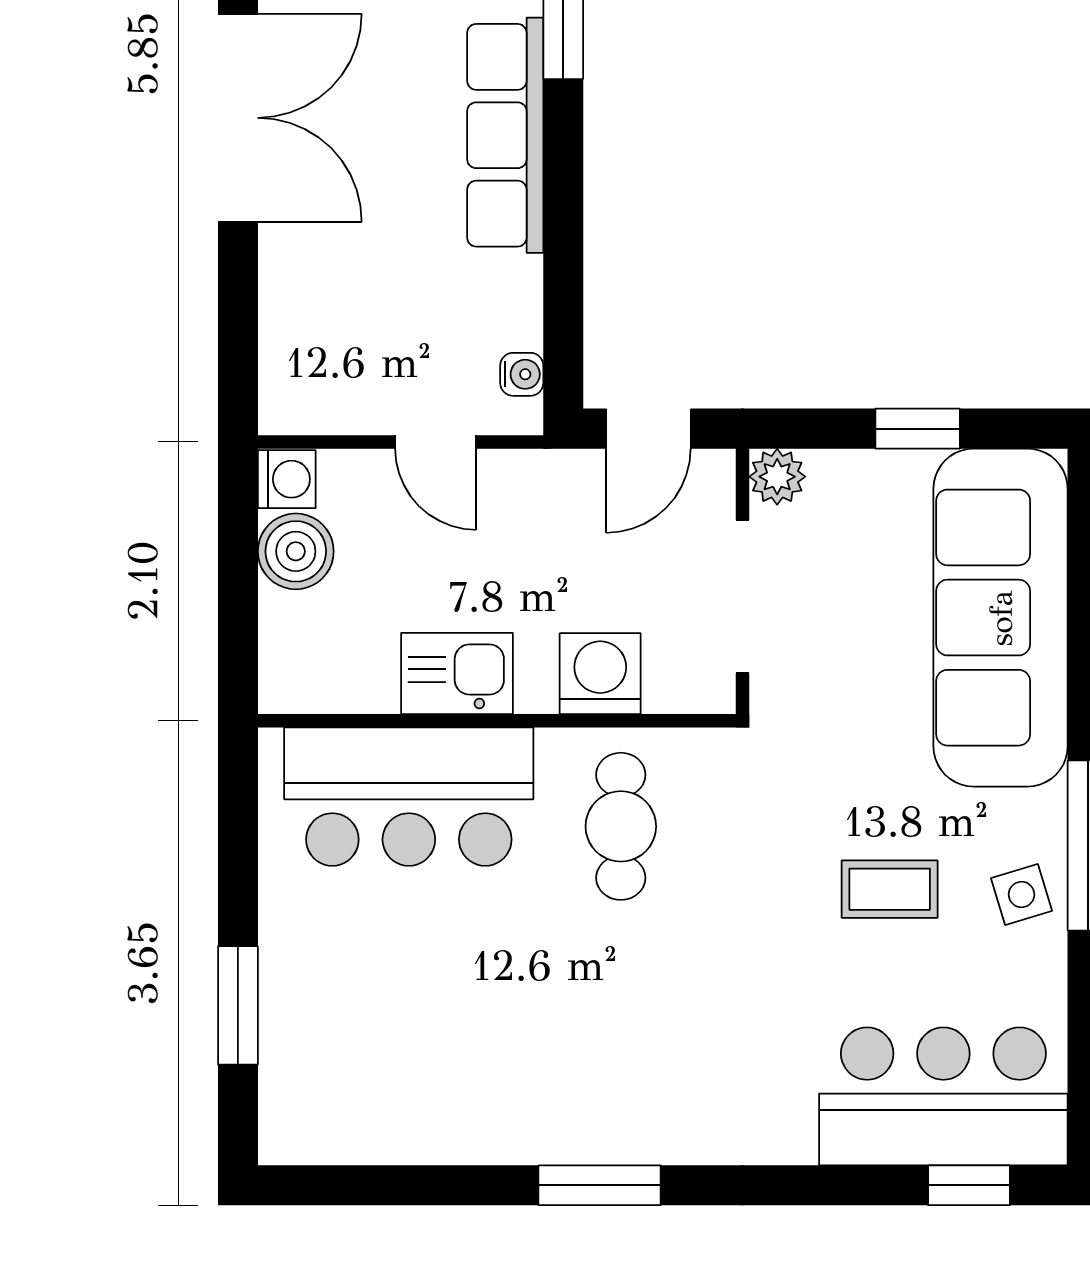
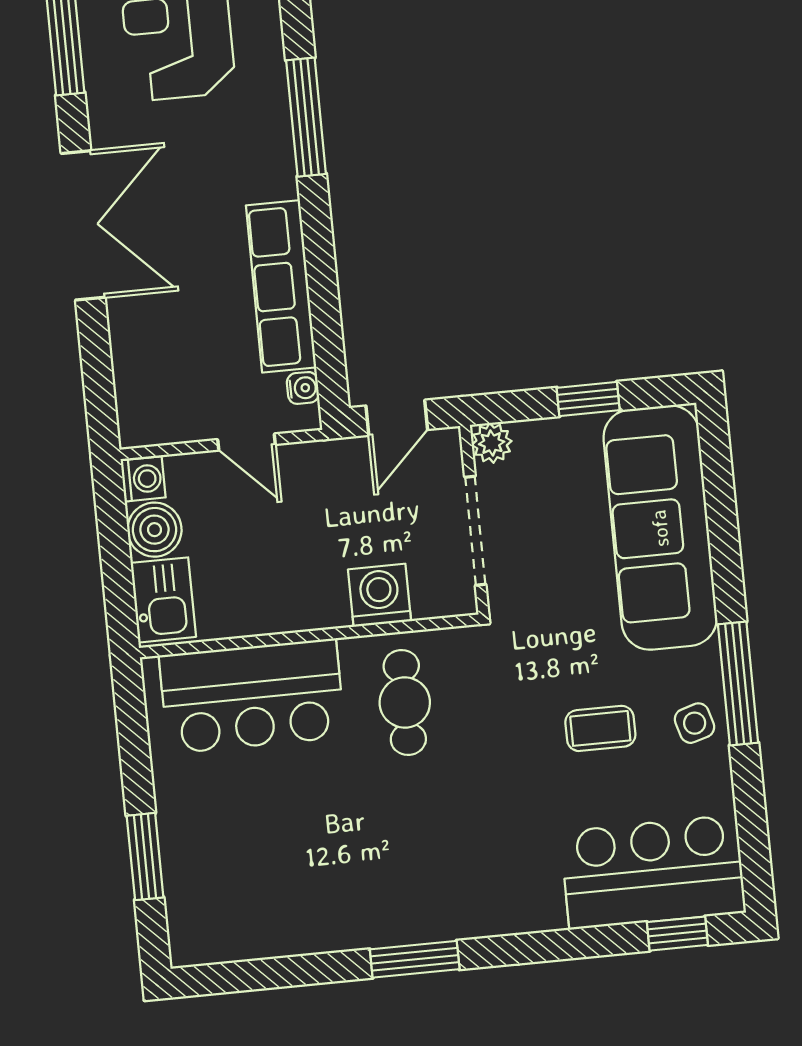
row of seats: (505, 135) -> (281, 286), moved
kitchen sink: (457, 674) -> (163, 600), moved, turned 90

